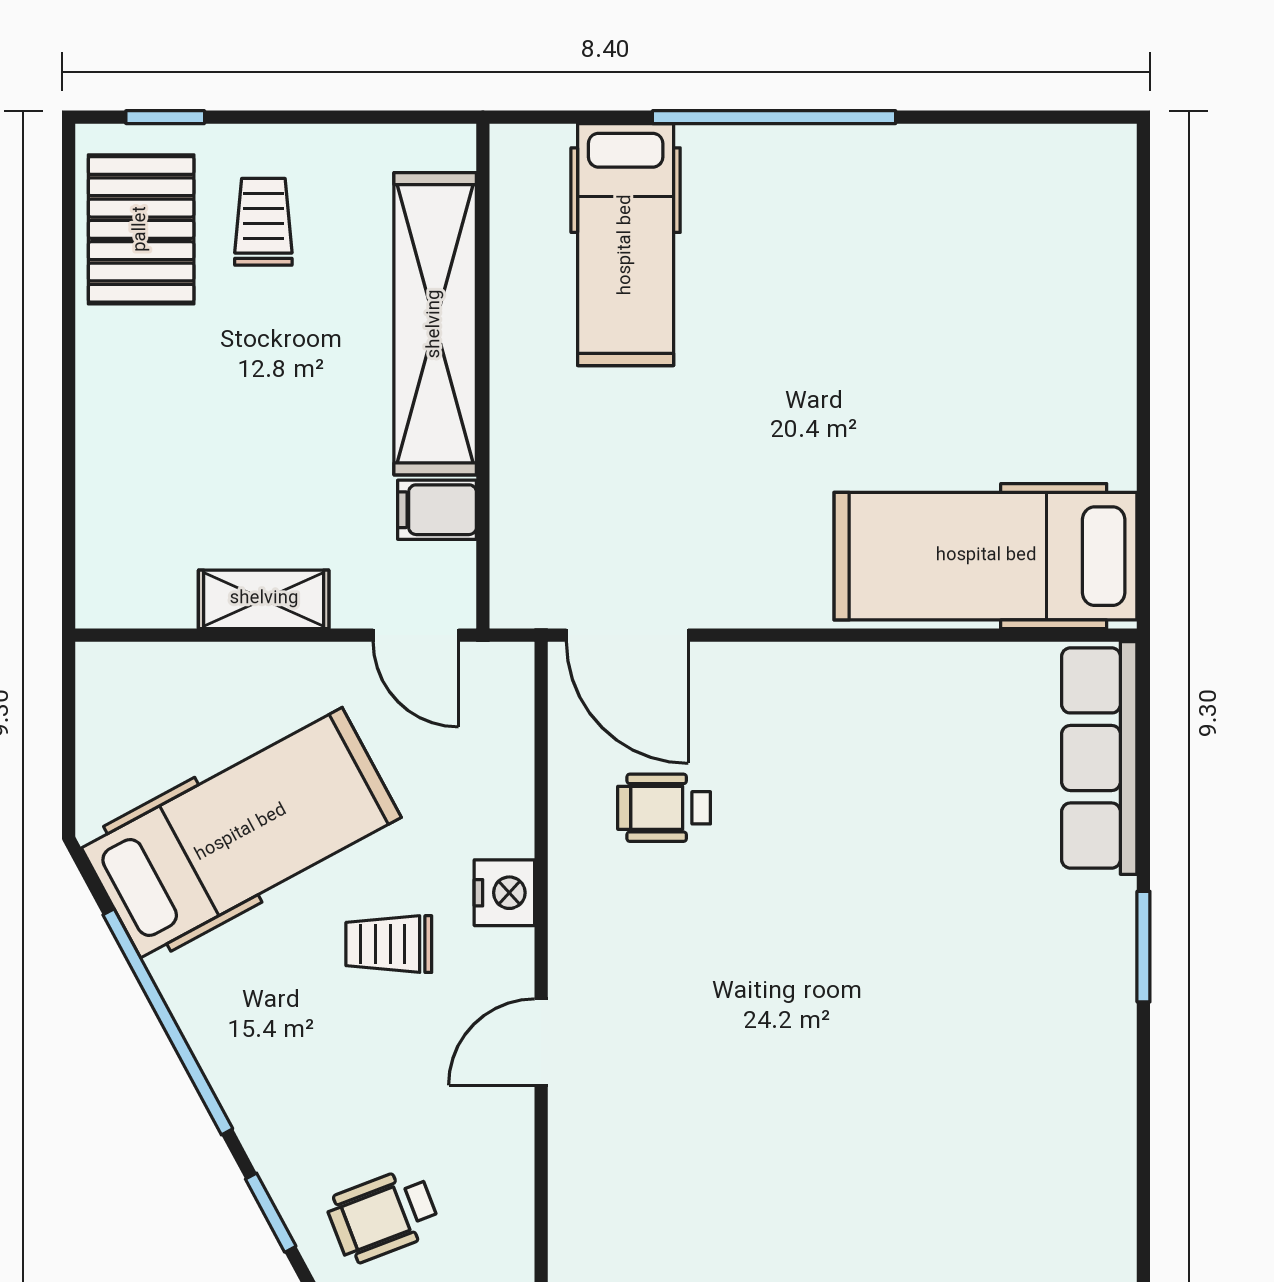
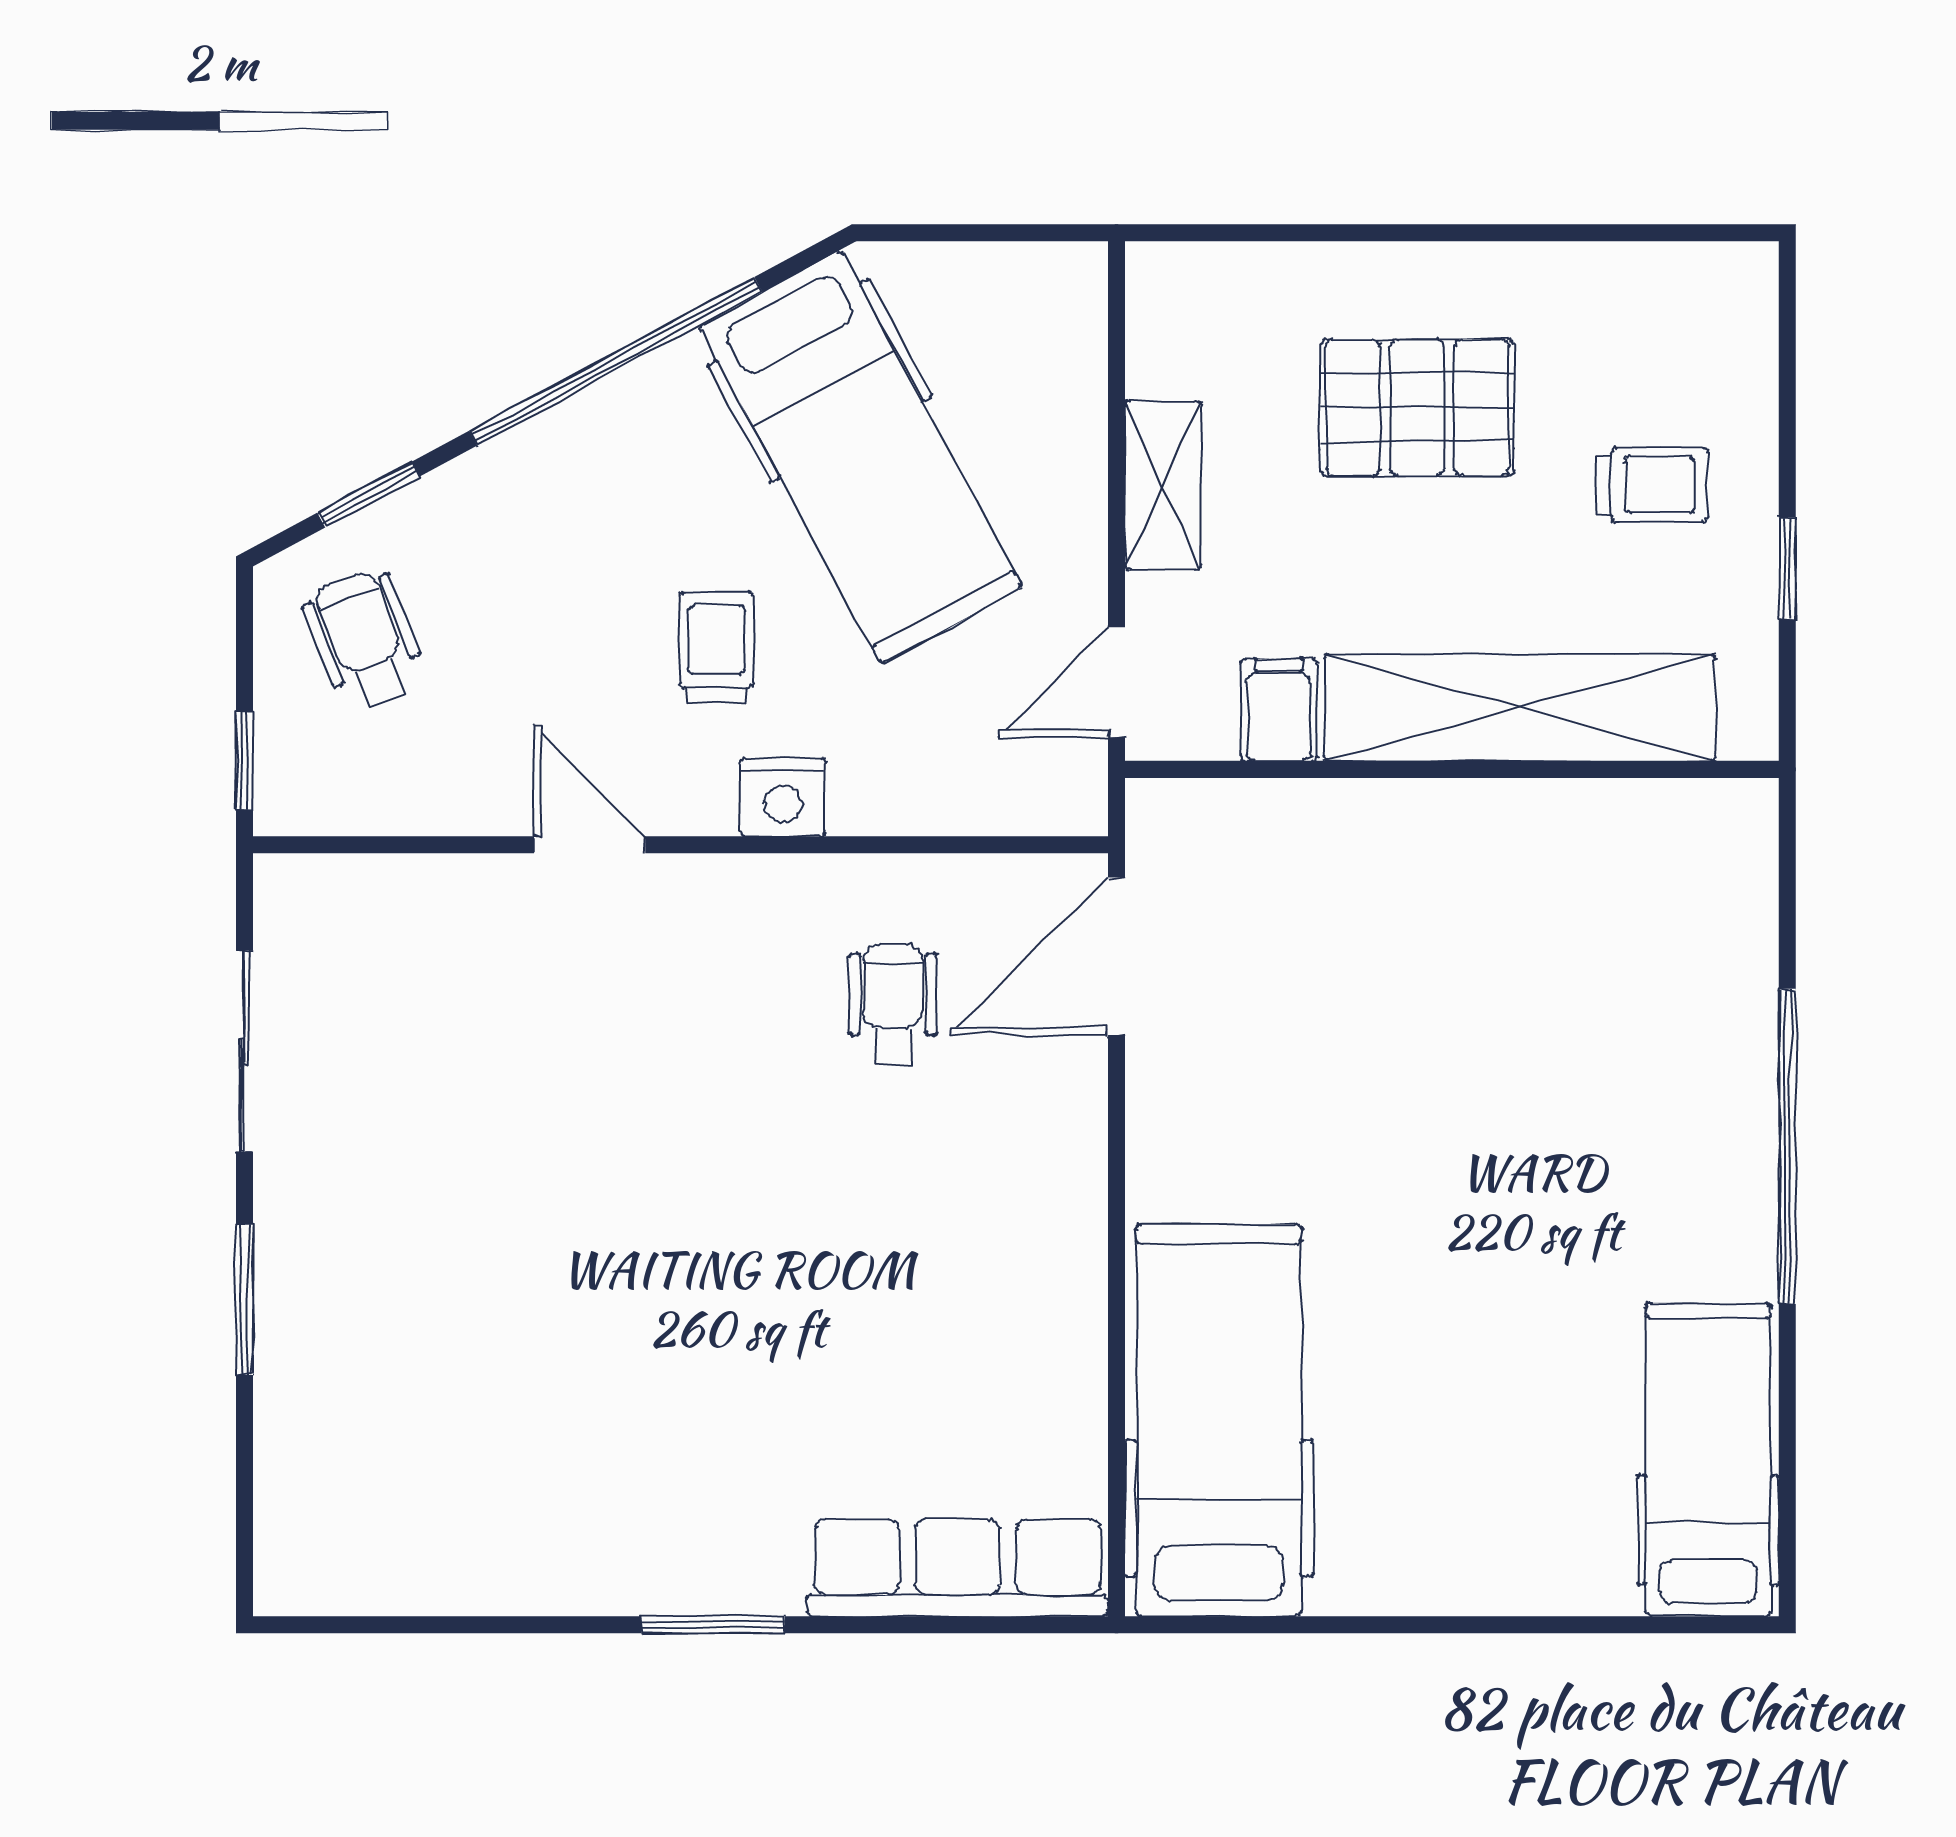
window: (165, 117) -> (1787, 569), moved
pallet: (141, 229) -> (1417, 407), moved
hospital bed: (626, 245) -> (1708, 1460), moved, turned 90

